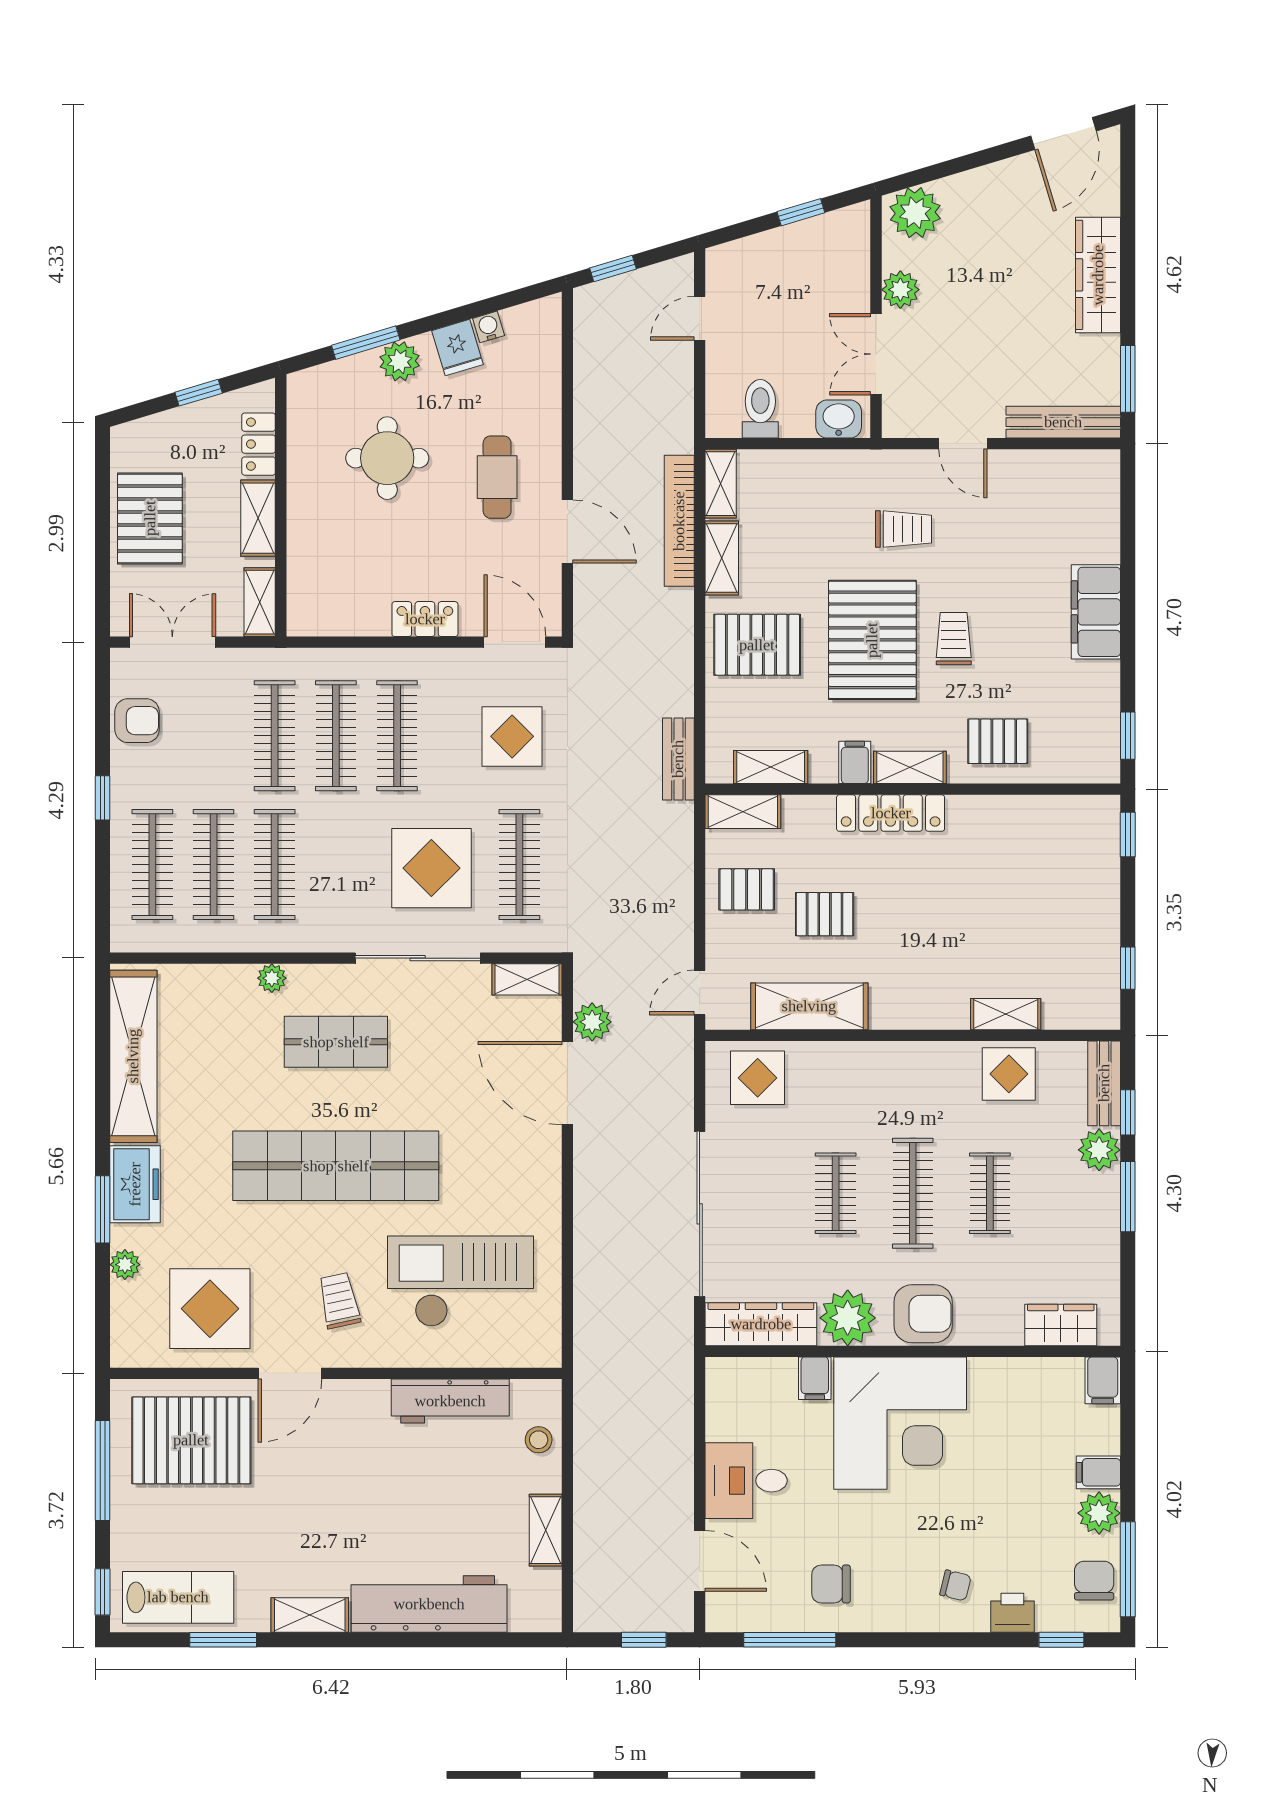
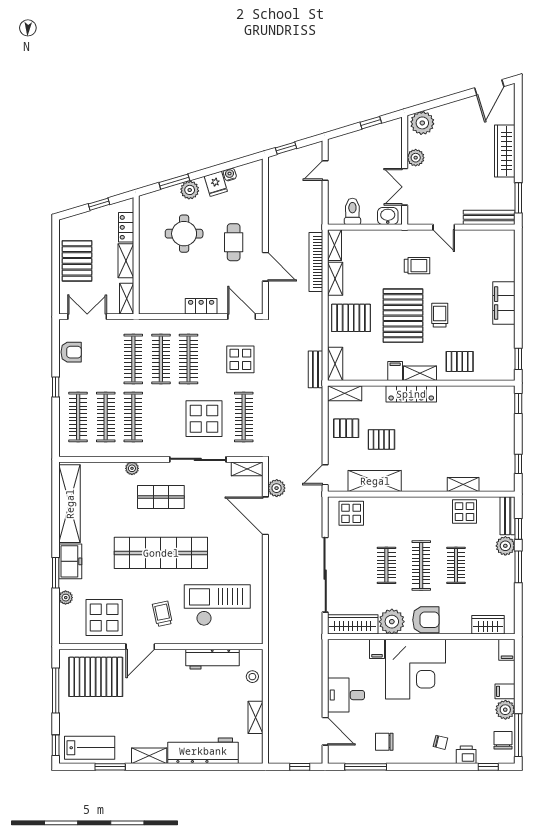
shelving: (771, 767) -> (335, 364), moved, turned 90

